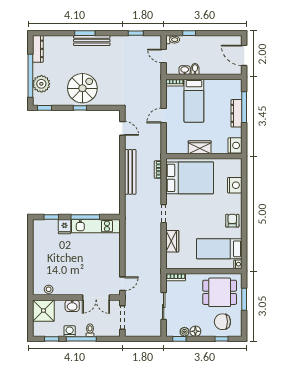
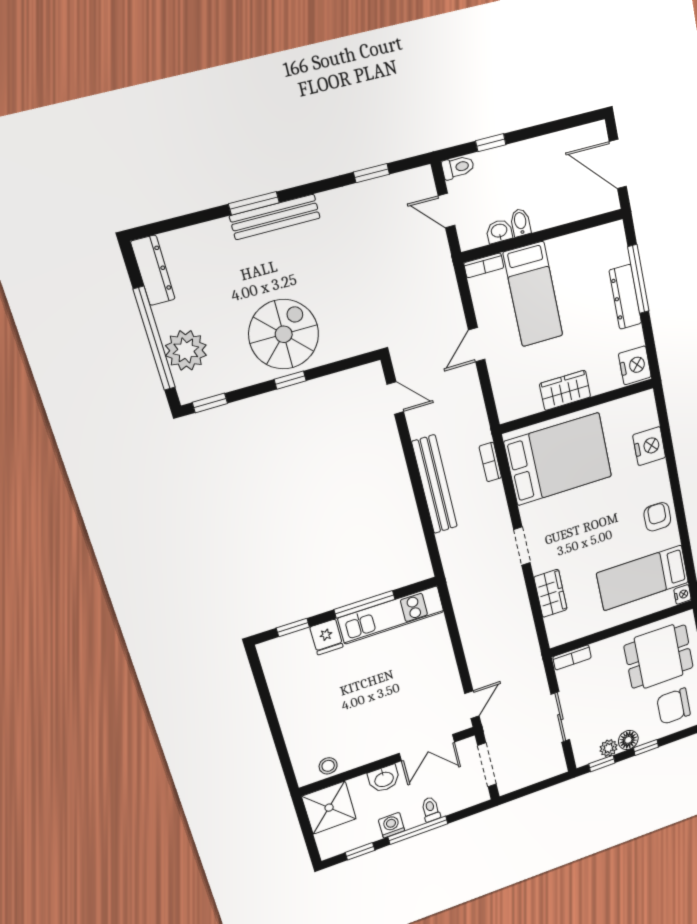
window: (221, 339) -> (646, 747), moved

